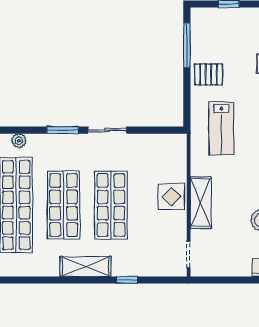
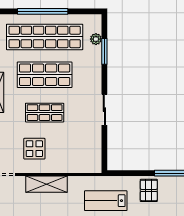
window: (63, 130) -> (104, 51), moved
display table: (171, 197) -> (34, 149), moved
shop shelf: (111, 205) -> (45, 113), width x0.70, depth x0.74

